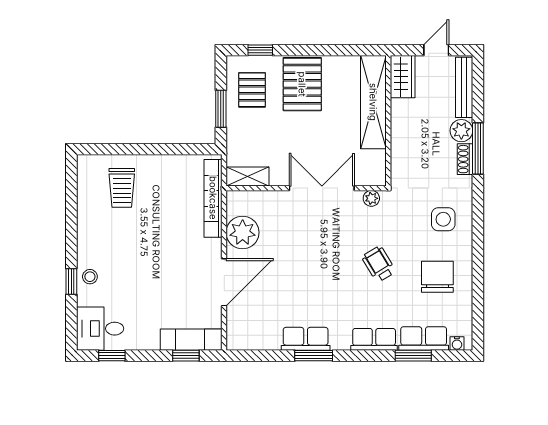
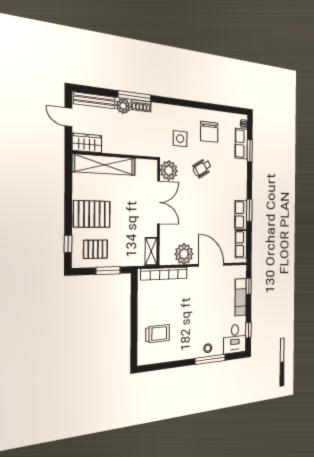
double door: (322, 188) -> (158, 202), swing flipped
plant: (371, 198) -> (169, 171), width x1.88, depth x1.88
side table: (443, 219) -> (180, 139), moved
chair: (437, 277) -> (209, 132), turned -90
window: (71, 281) -> (210, 359), width x2.17
row of seats: (374, 339) -> (241, 244), moved
exam couch: (191, 340) -> (241, 297), moved

